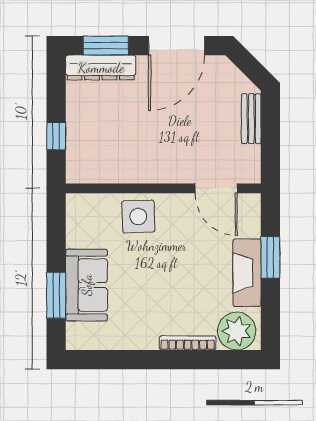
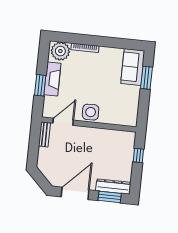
bench: (251, 119) -> (44, 134), moved
door: (216, 188) -> (63, 122), hinge flipped
side table: (138, 216) -> (91, 112), moved
sofa: (87, 285) -> (133, 67), moved

